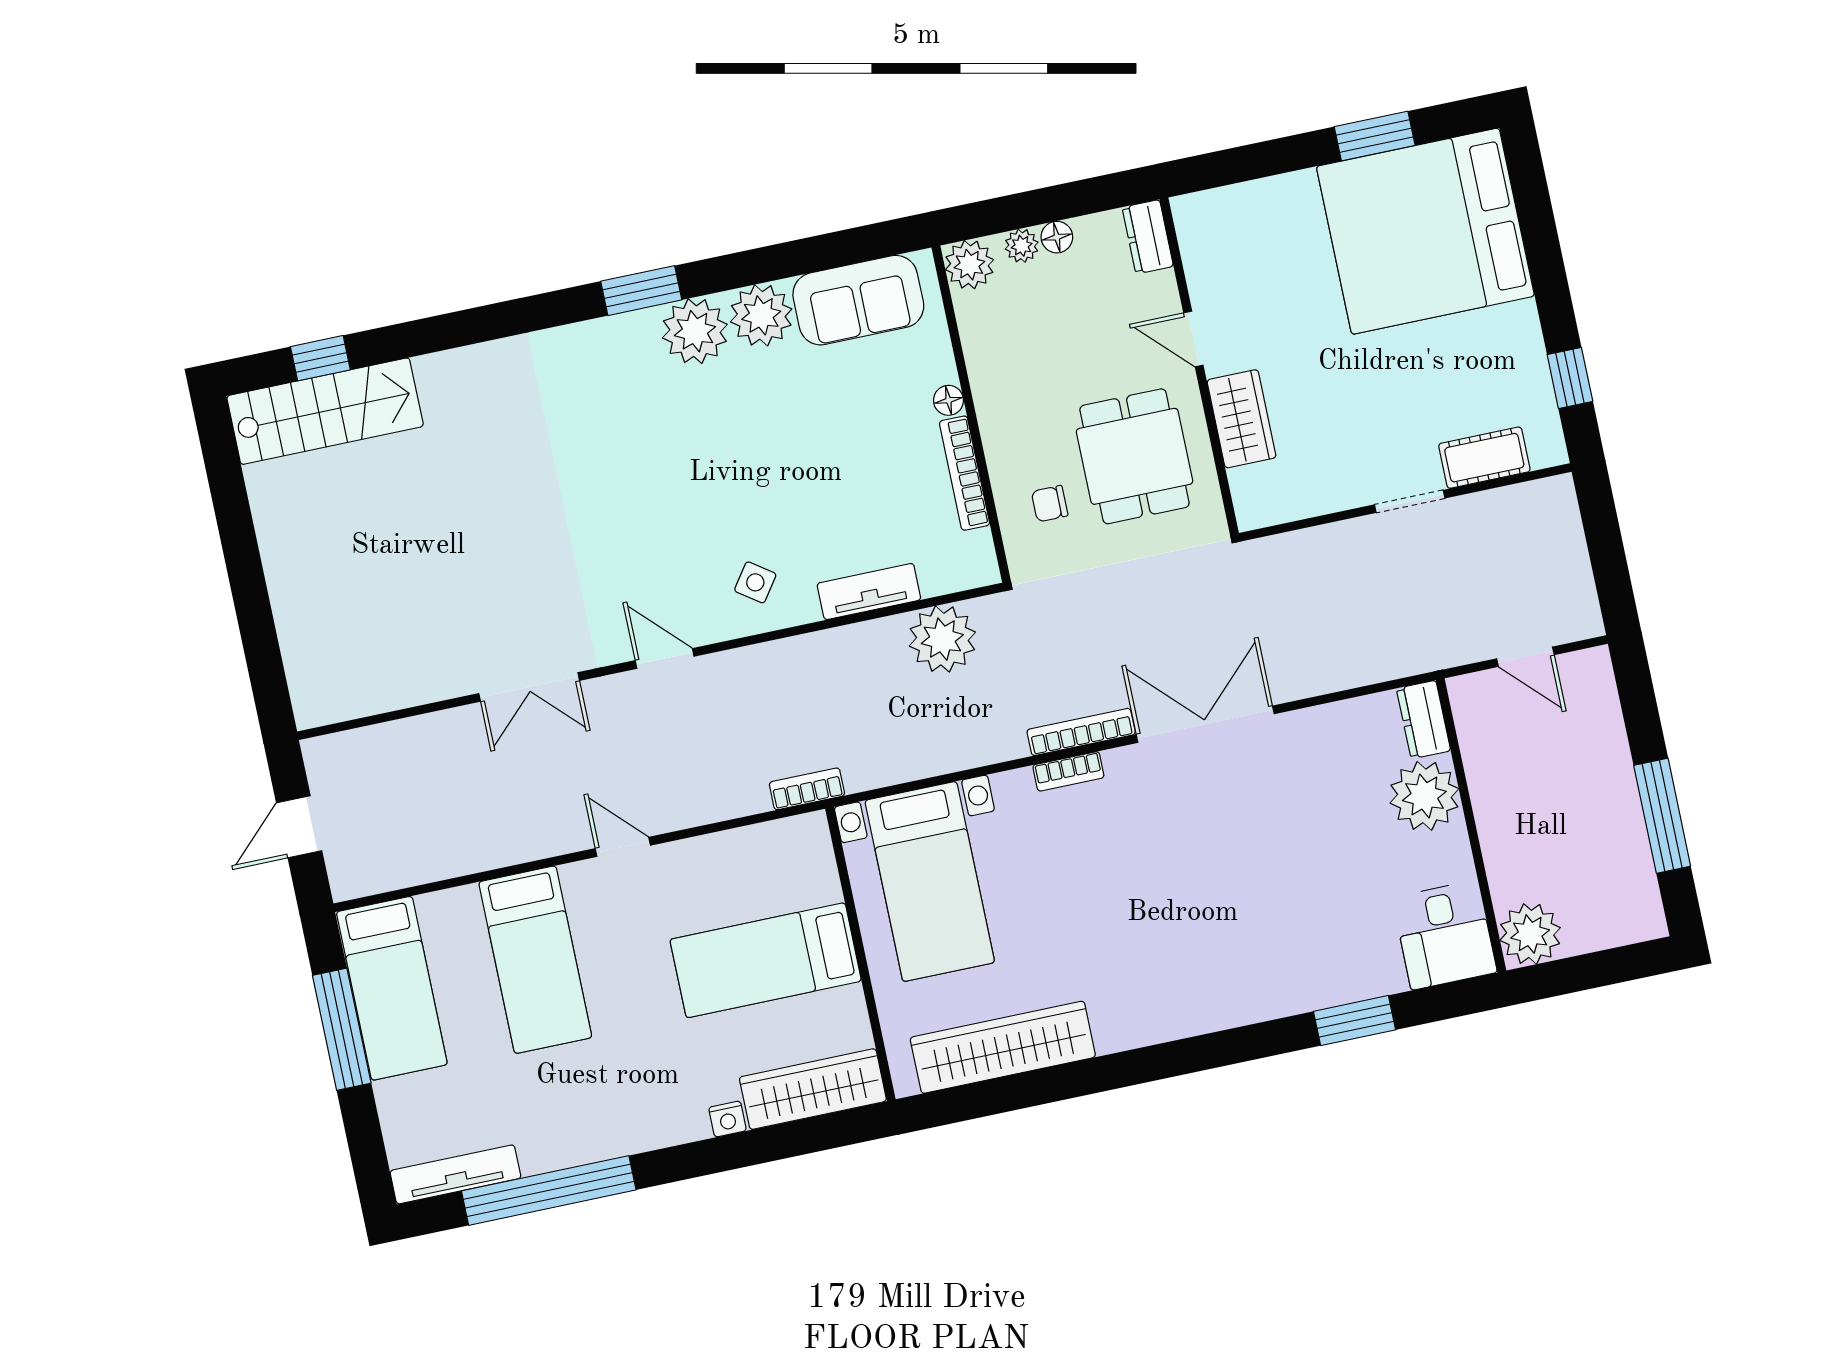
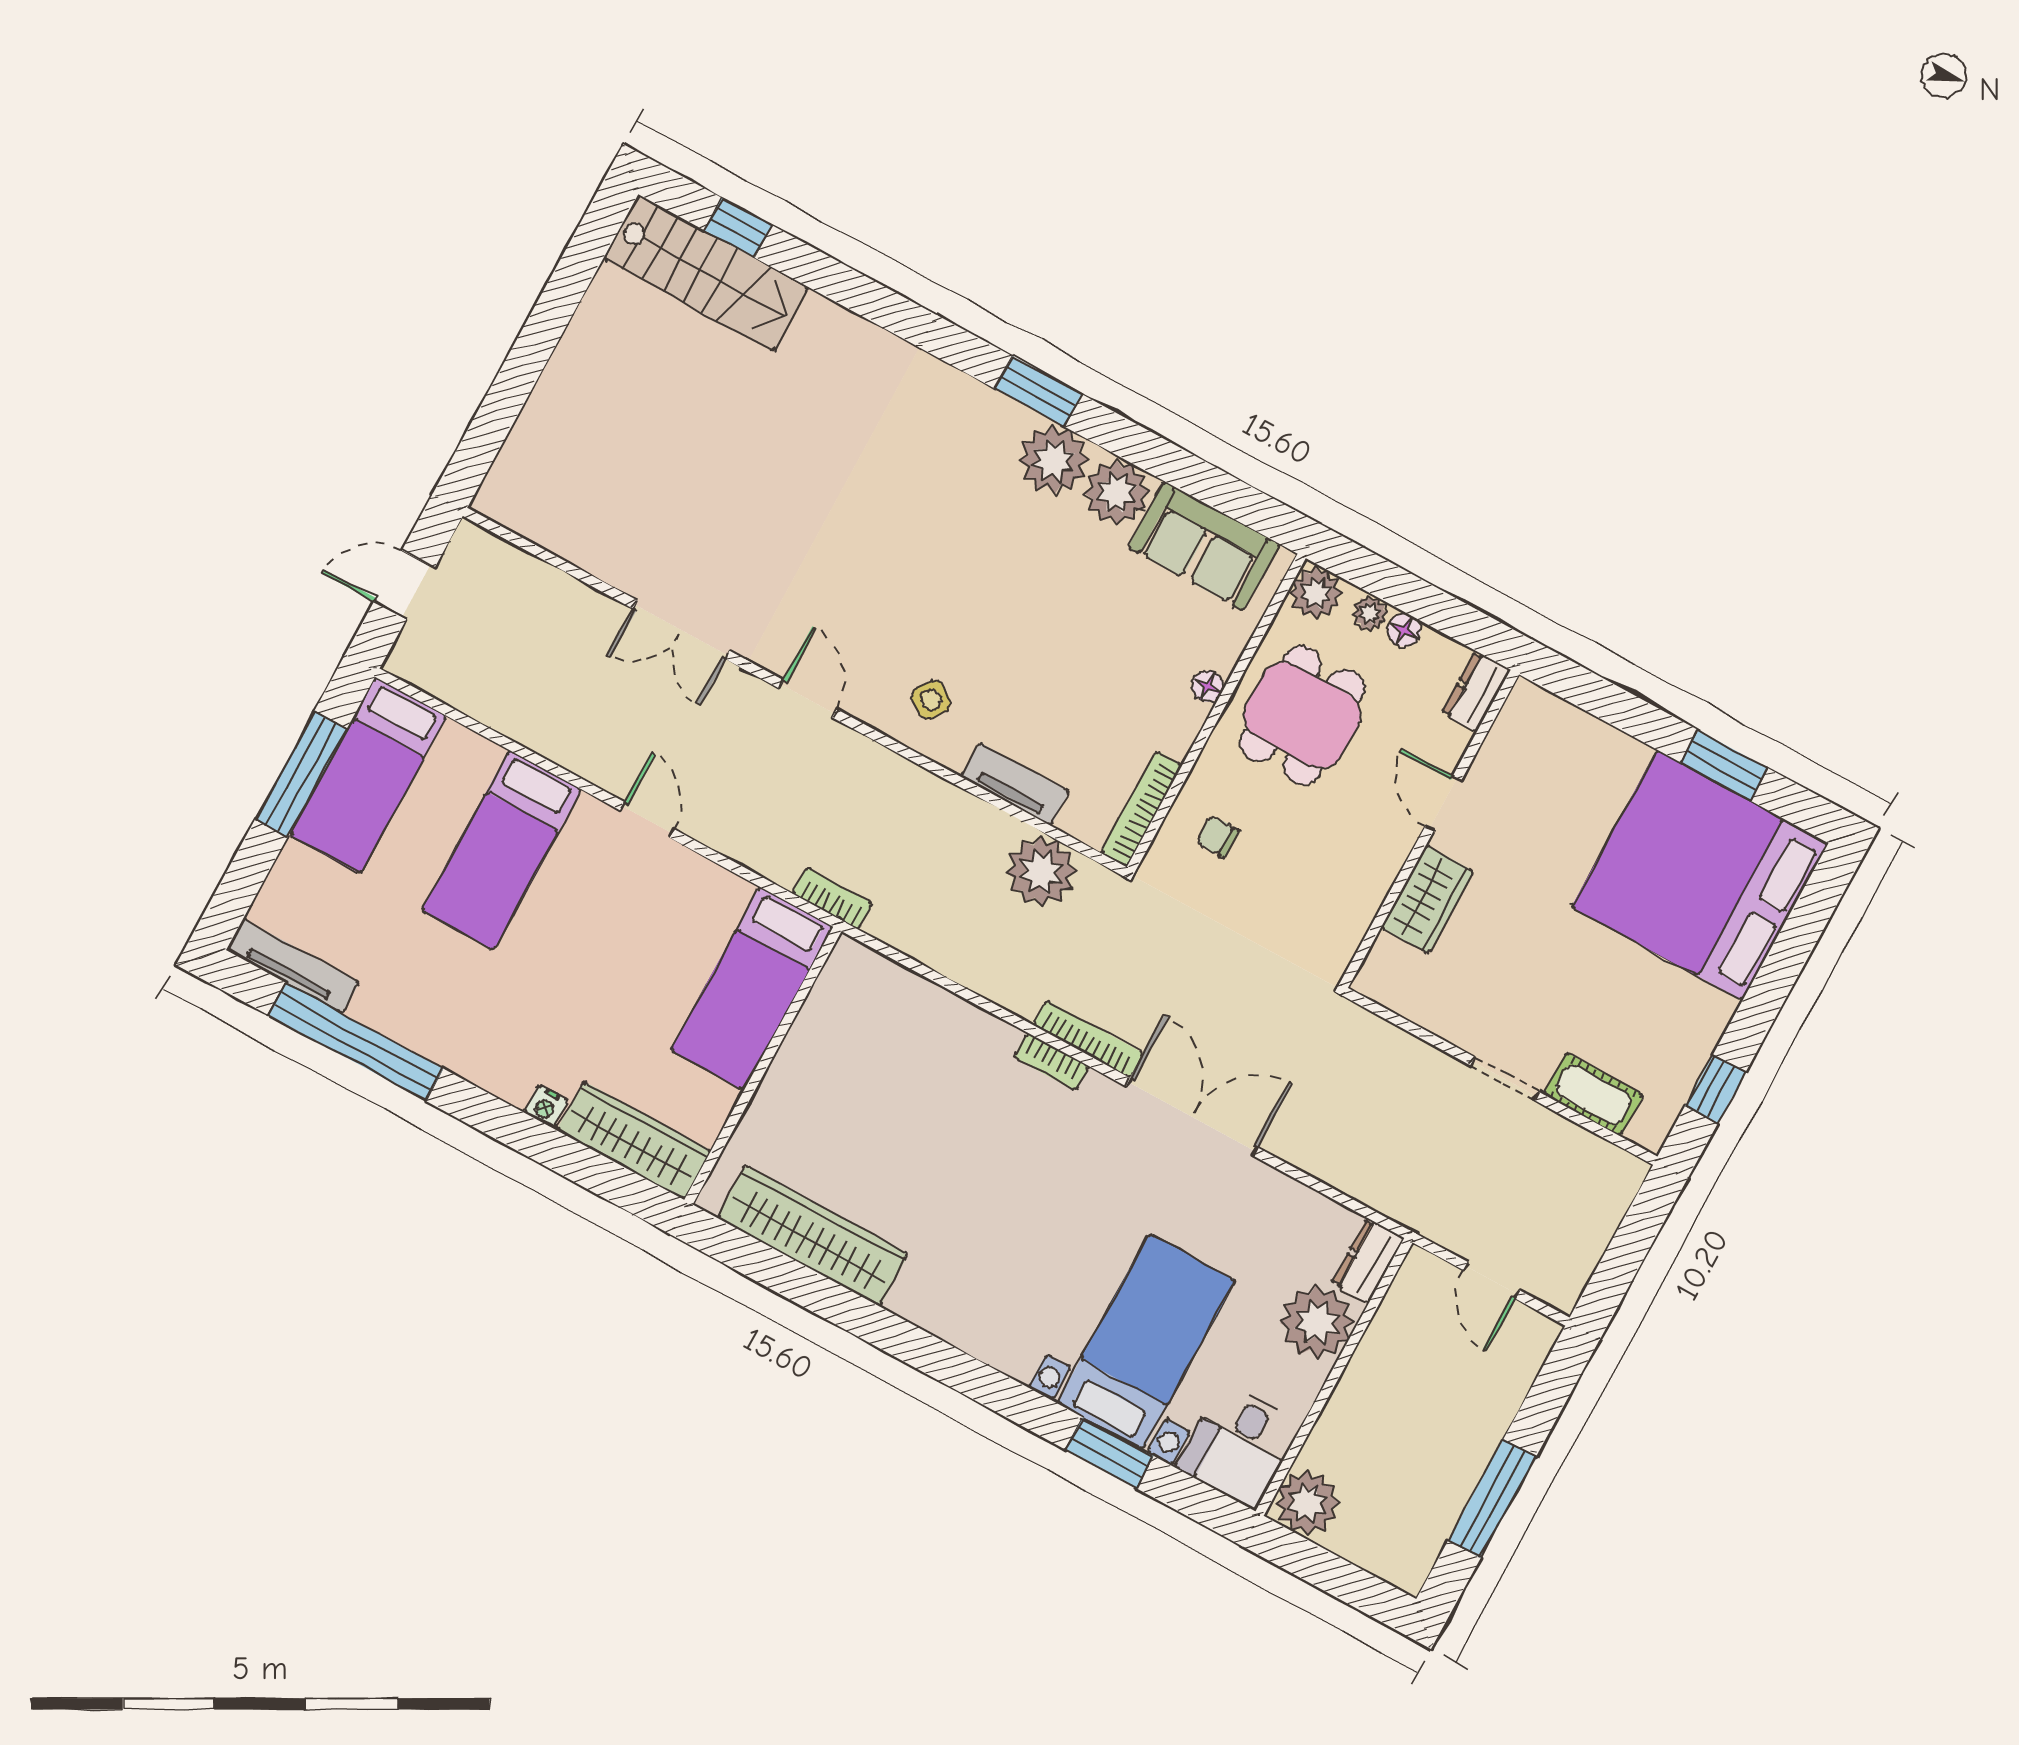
dining table: (1135, 456) -> (1302, 715), moved
bookcase: (964, 473) -> (1141, 809), moved
bed with nightstands: (930, 881) -> (1146, 1342), moved, turned 180
bed: (766, 960) -> (752, 989), moved, turned -90

